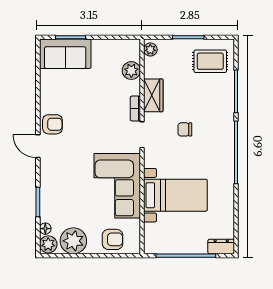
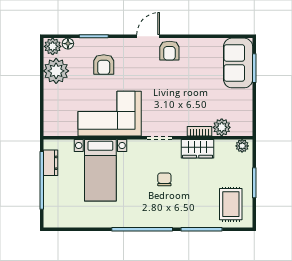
bookcase: (135, 108) -> (199, 131), moved
armchair: (113, 239) -> (104, 65), moved
dresser: (221, 246) -> (51, 163), moved

